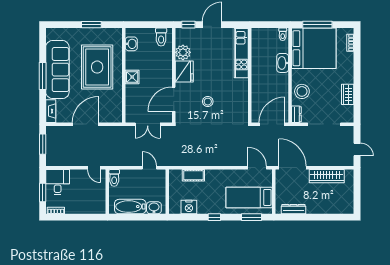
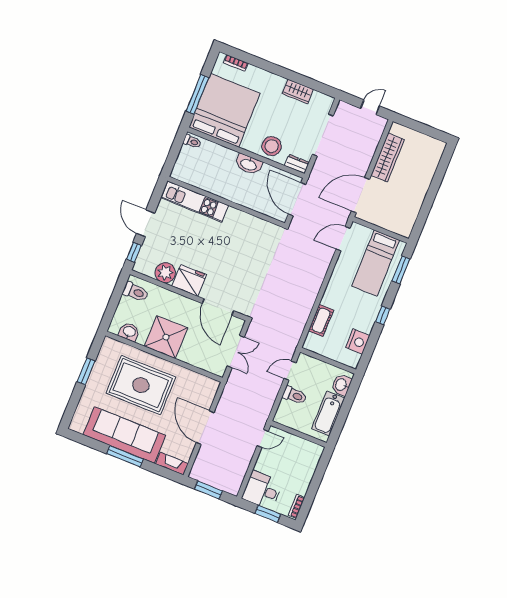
washbasin: (283, 63) -> (249, 164), moved
shower: (132, 77) -> (166, 337), width x1.86, depth x1.86
stool: (208, 102) -> (238, 267), removed
toilet: (114, 178) -> (295, 395), moved
dresser: (293, 209) -> (412, 215), removed

